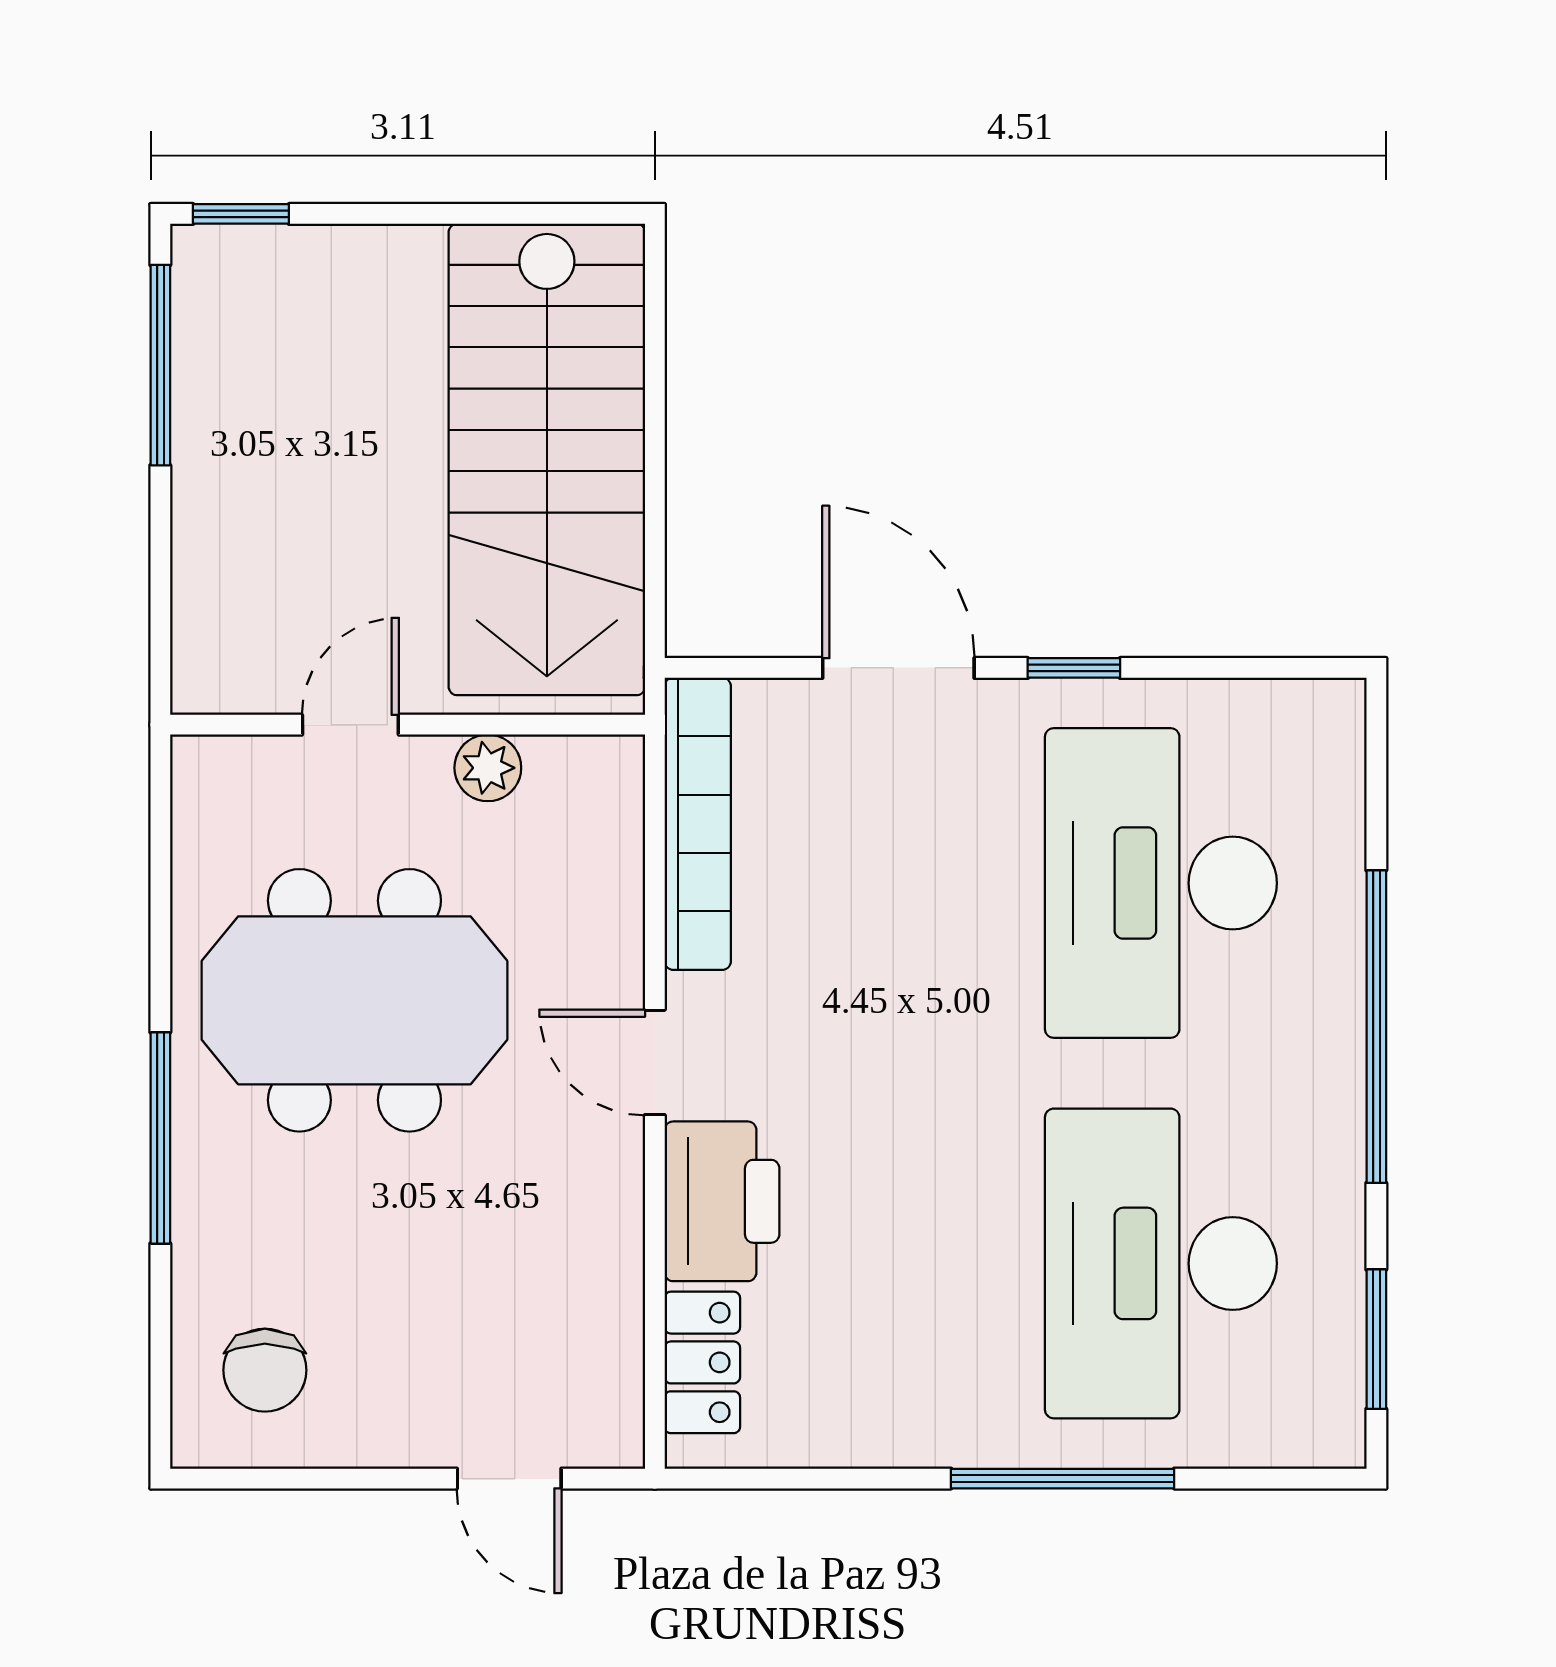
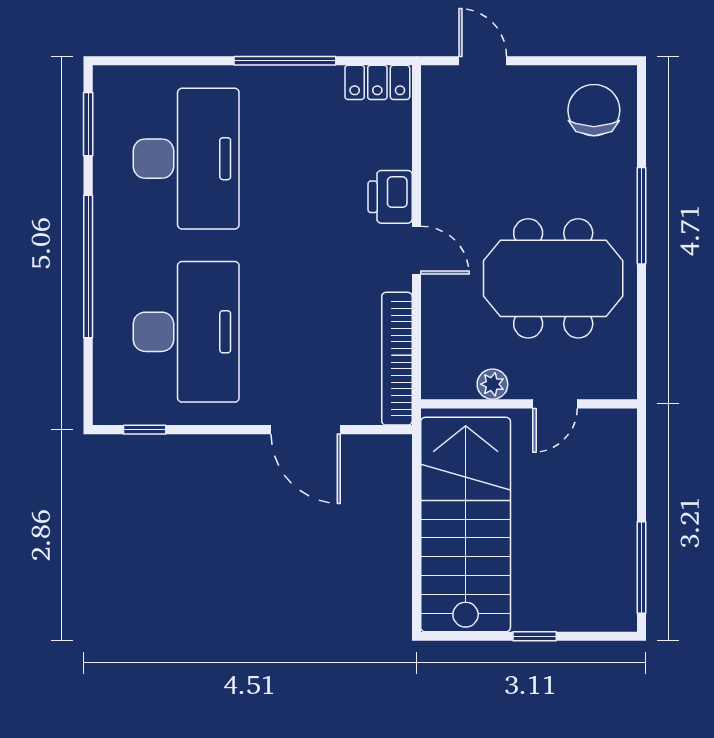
window: (241, 214) -> (535, 636), moved
window: (1074, 668) -> (145, 430), moved
printer: (722, 1201) -> (390, 197), width x0.73, depth x0.84
locker: (702, 1362) -> (377, 82), moved, turned -90
chair: (265, 1370) -> (594, 110), width x1.37, depth x1.37
window: (1063, 1479) -> (285, 61), moved

